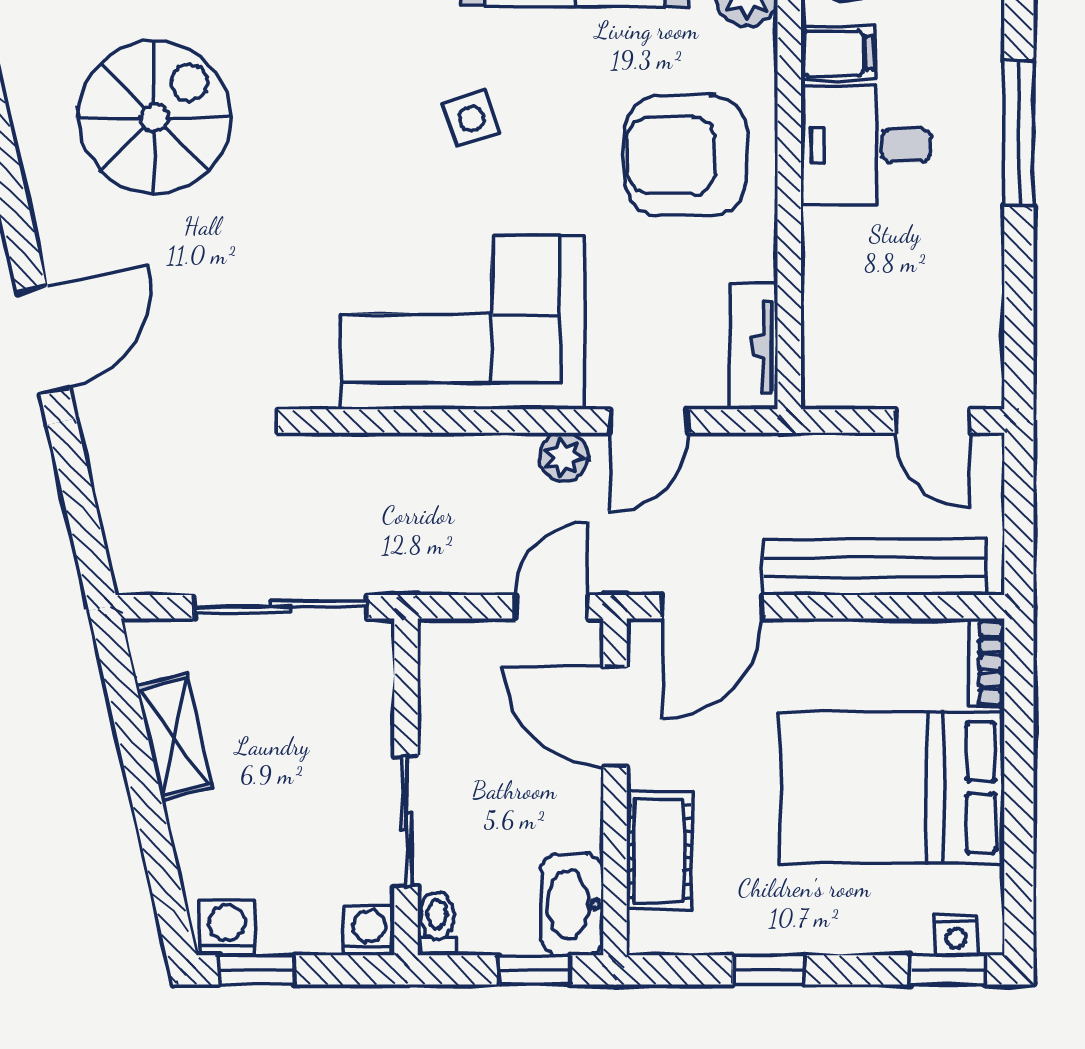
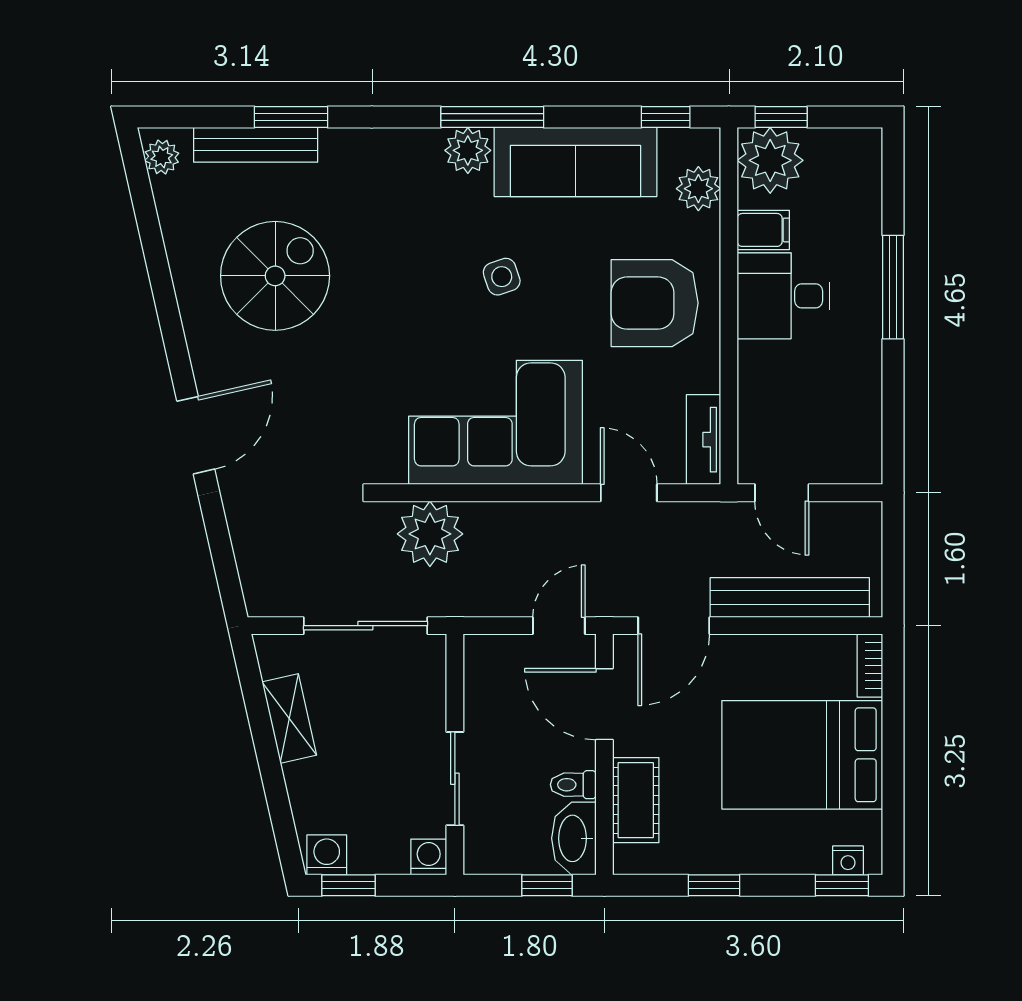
door: (649, 421) -> (629, 493), swing flipped
door: (932, 421) -> (782, 493), moved
plant: (564, 457) -> (430, 534), moved, width x1.87, depth x1.87
toilet: (437, 923) -> (573, 785), moved, turned -90

